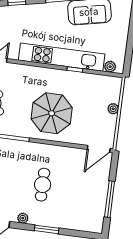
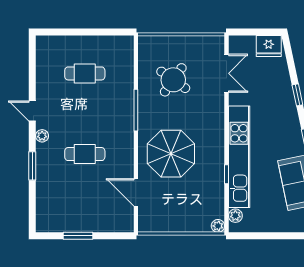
plant: (113, 109) -> (218, 226), moved
door: (99, 149) -> (136, 192), moved
window: (110, 199) -> (78, 236), width x0.69

